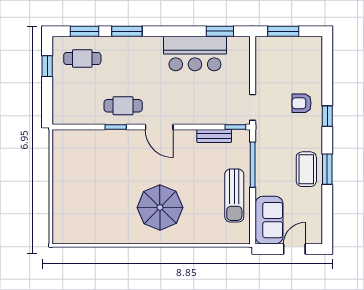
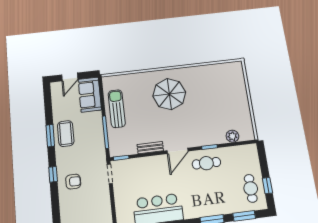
cafe table: (82, 58) -> (251, 188), moved, turned 90
door: (159, 127) -> (178, 151), swing flipped
bench: (214, 136) -> (150, 148), moved
plant: (83, 138) -> (232, 136), added

